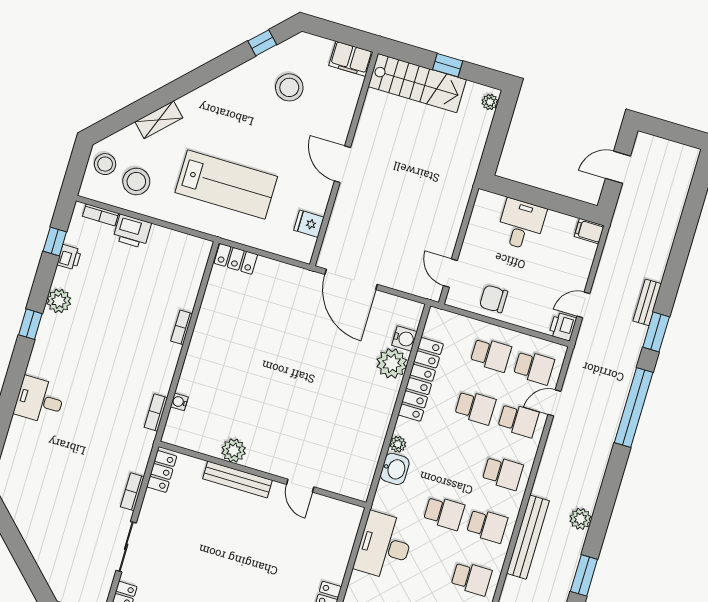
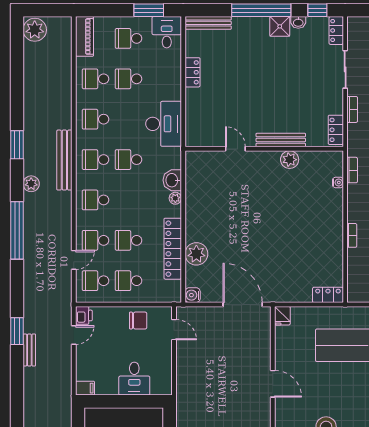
fridge: (309, 224) -> (282, 316), moved, turned 90
water cooler: (404, 339) -> (193, 295), moved
window: (634, 407) -> (17, 230), moved

